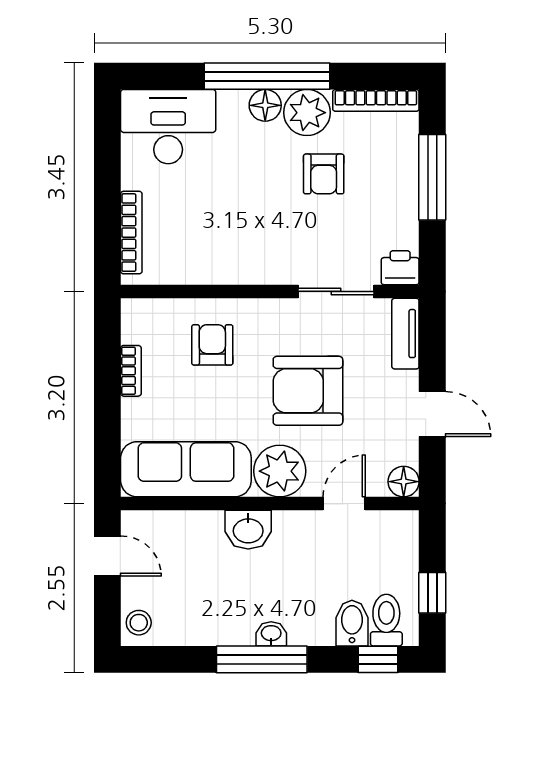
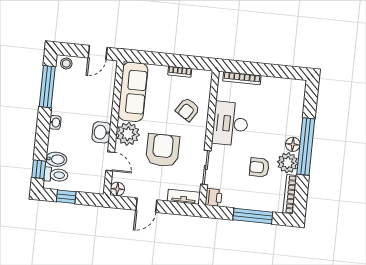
desk: (168, 127) -> (230, 124), moved, turned 180
armchair: (212, 345) -> (188, 109), turned 123
washbasin: (248, 530) -> (101, 132), moved
window: (262, 659) -> (47, 87), moved

